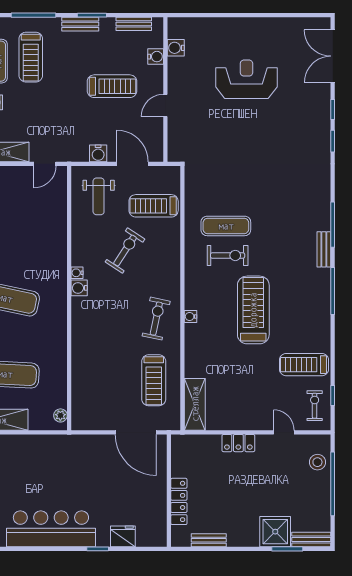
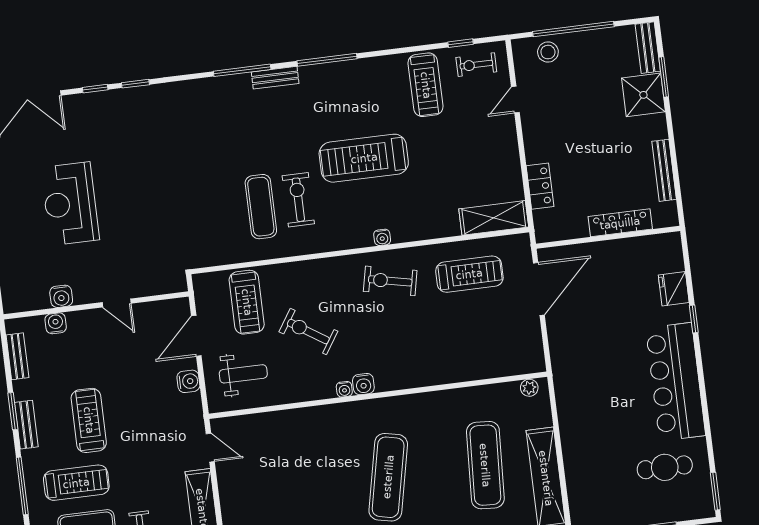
water cooler: (176, 48) -> (61, 296), moved
treadmill: (112, 86) -> (89, 420), moved
locker: (238, 443) -> (540, 186), moved
bench: (209, 540) -> (664, 170), width x1.36

